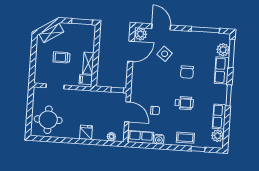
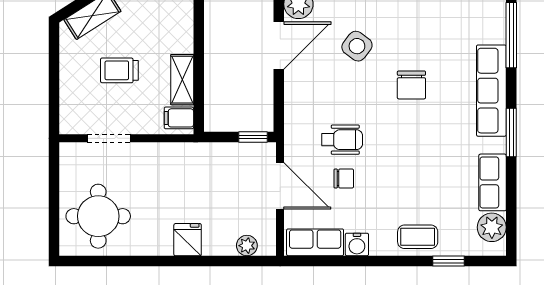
plant: (223, 50) -> (491, 28), removed
row of seats: (222, 70) -> (491, 91), width x1.48
wheelchair: (184, 103) -> (342, 140), moved

